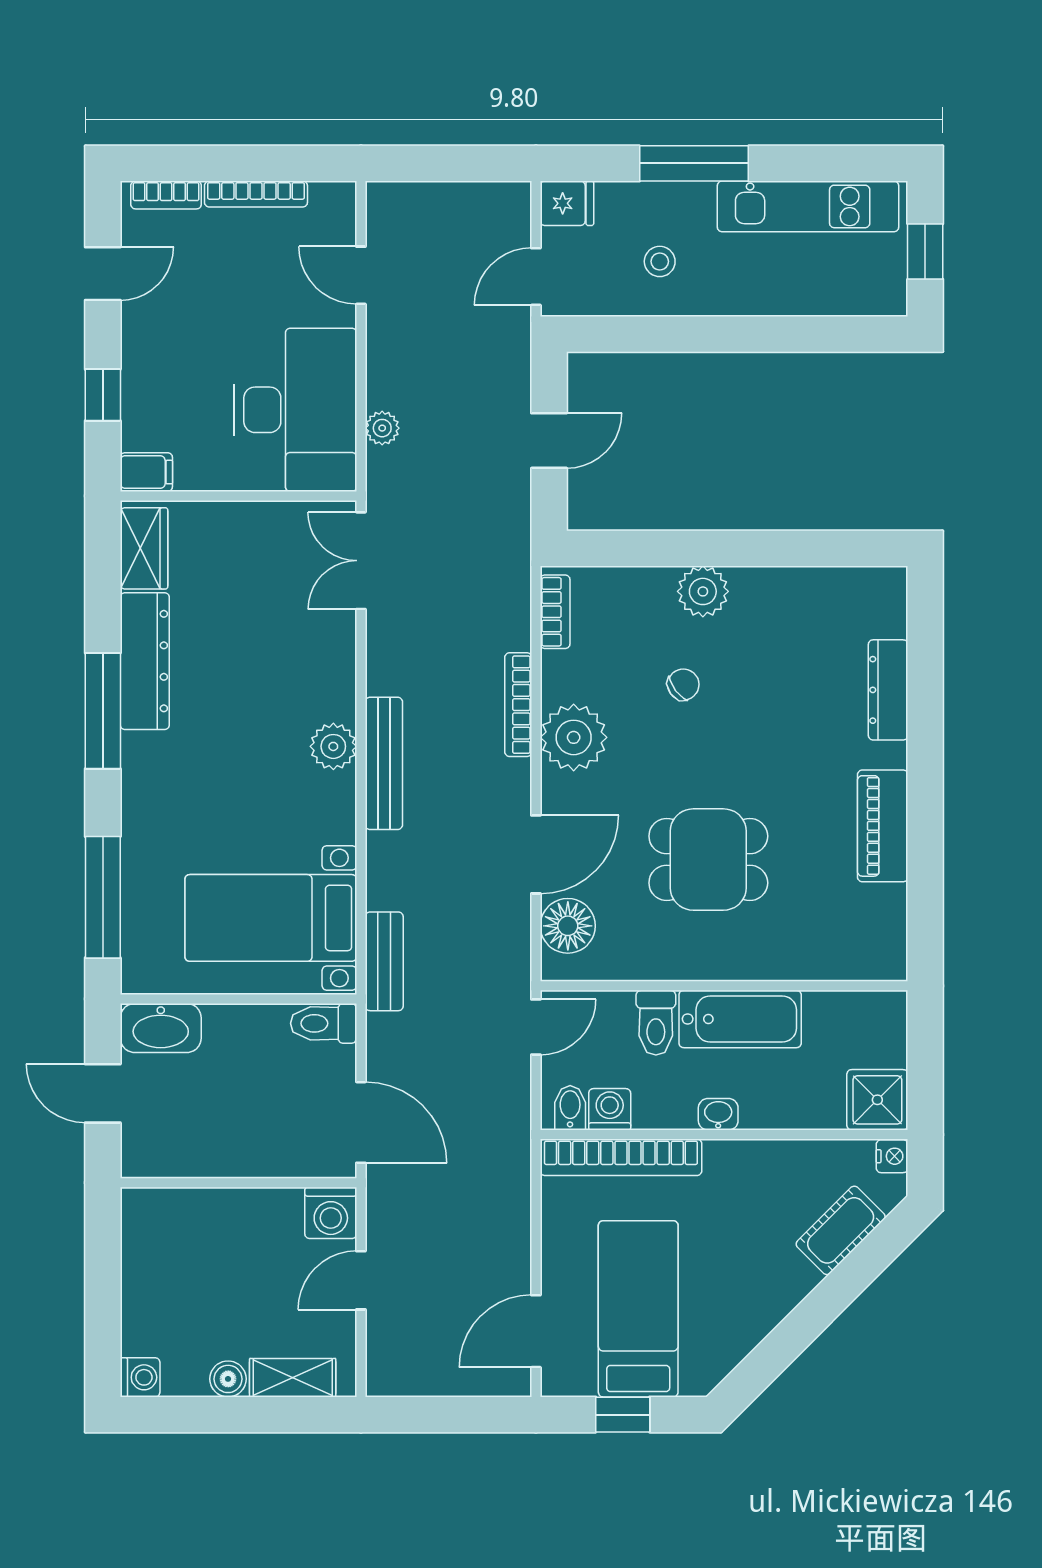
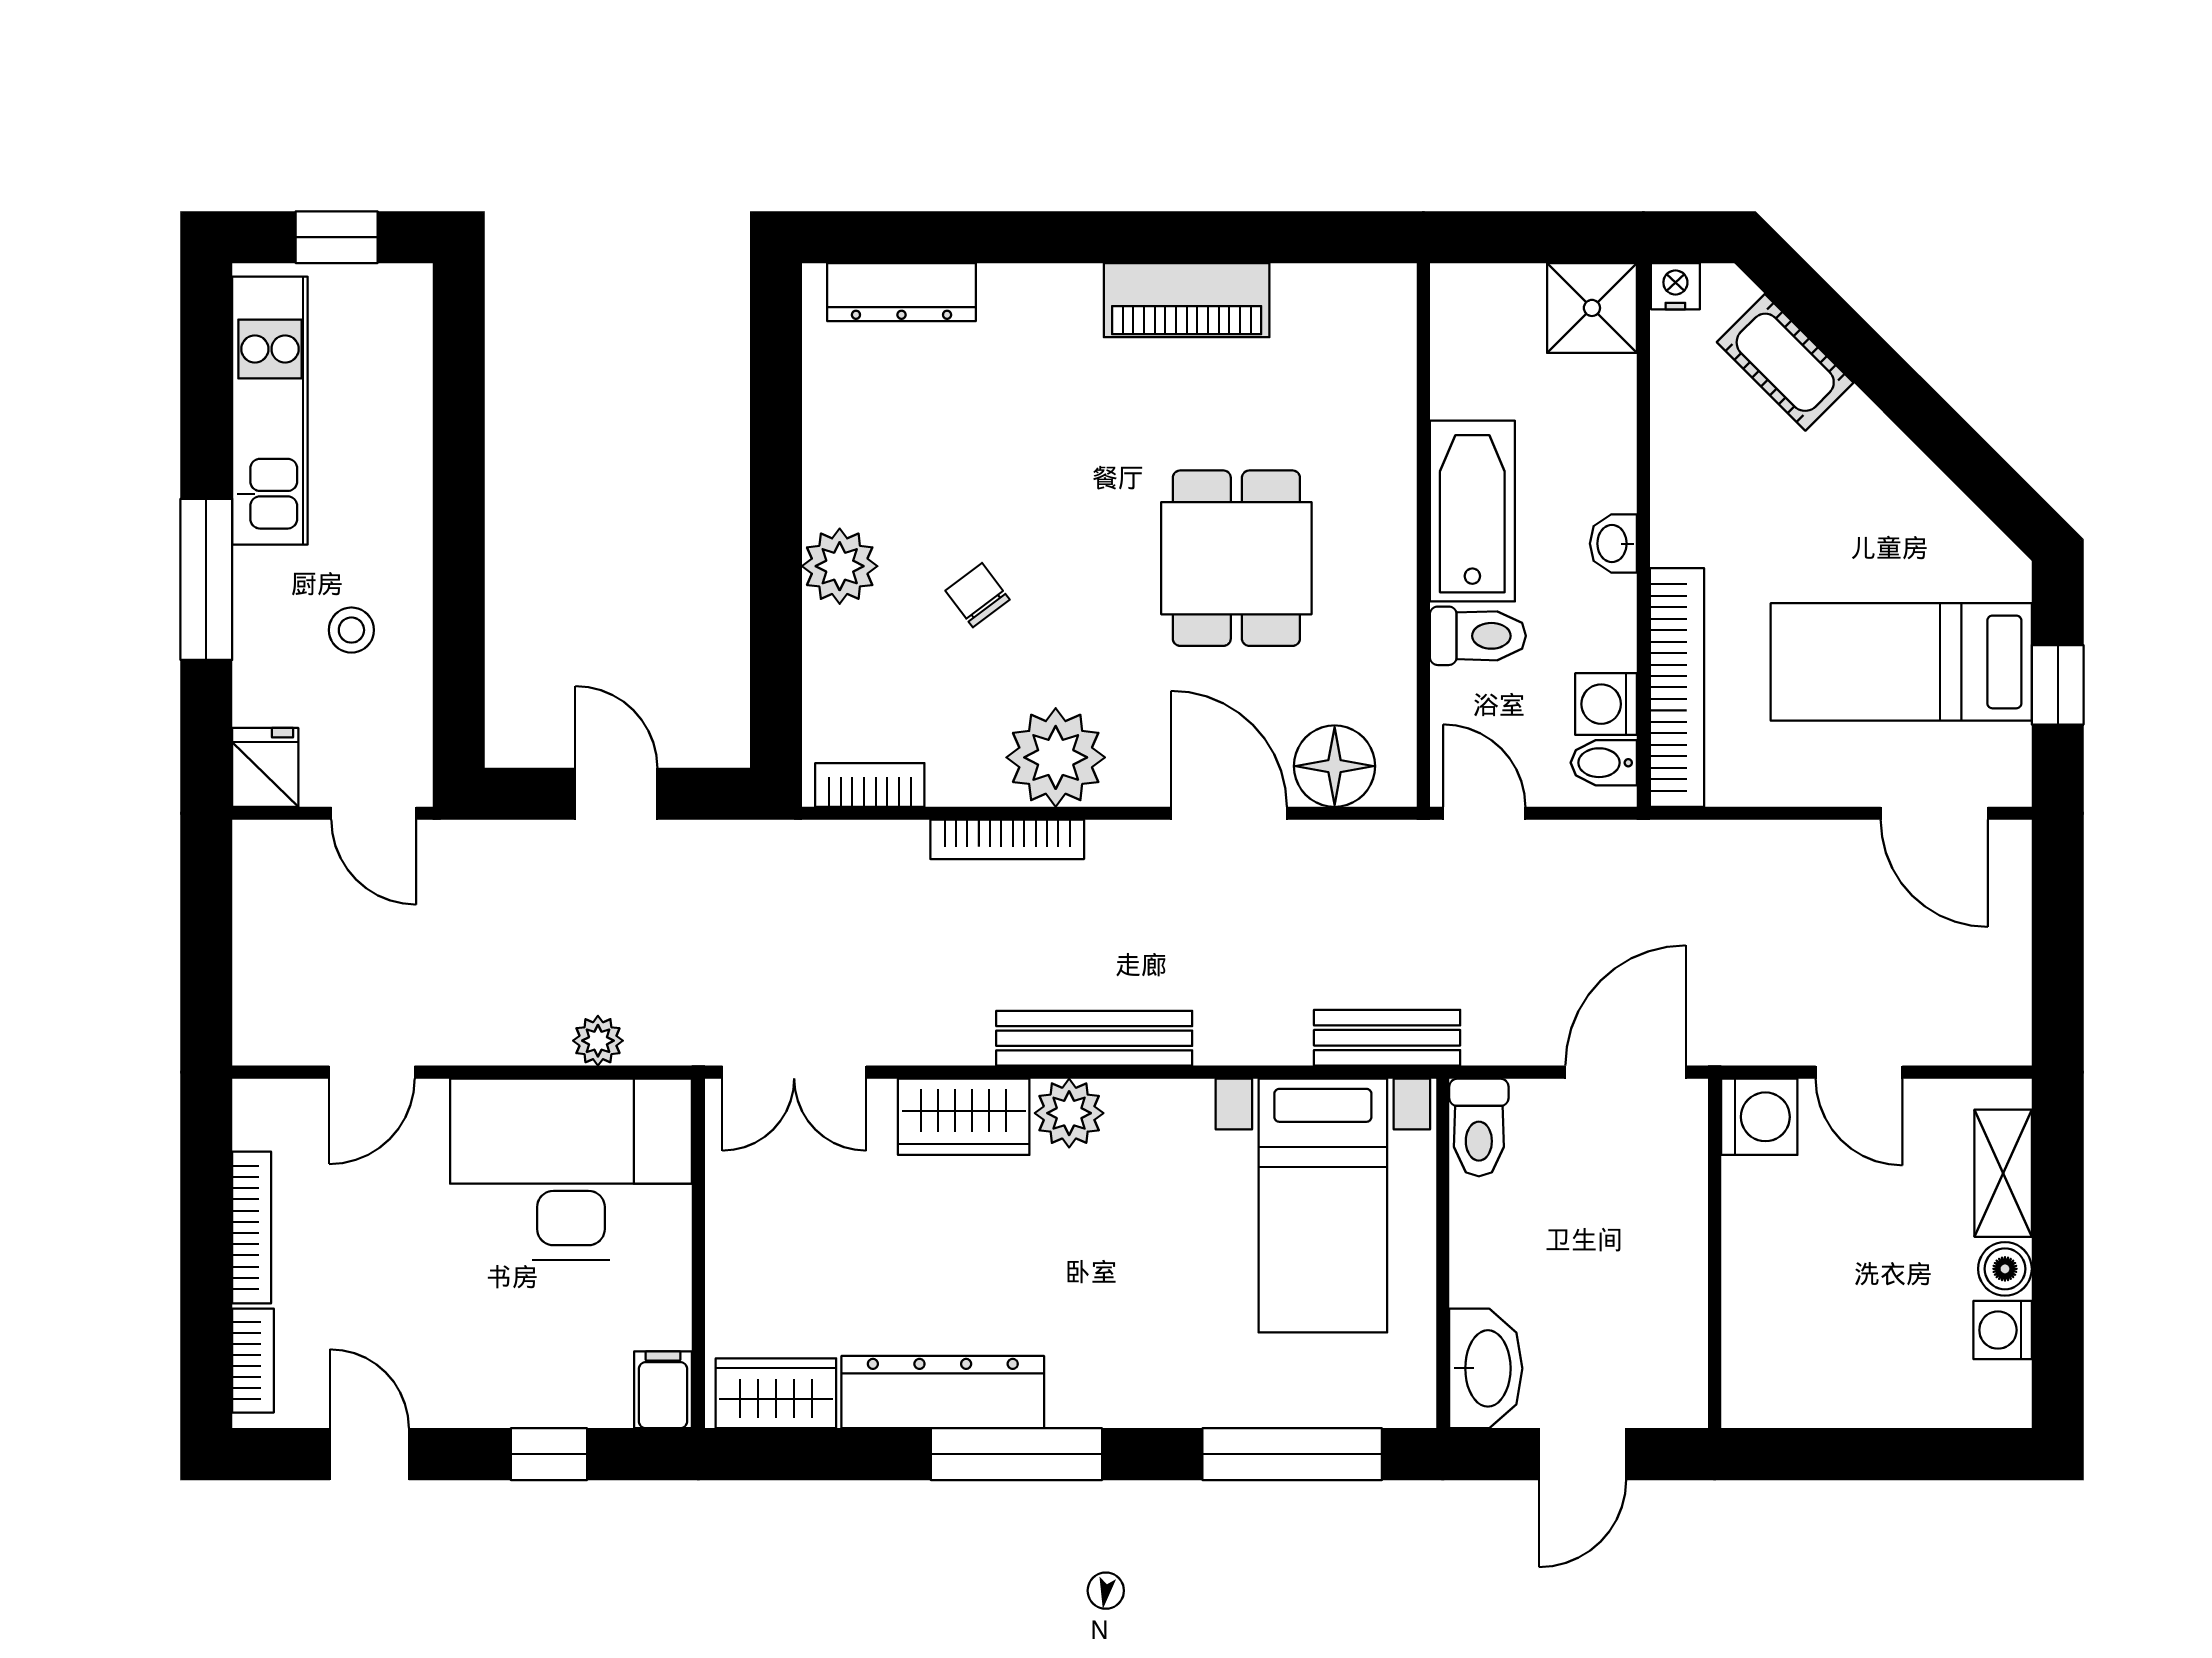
wardrobe: (331, 675) -> (964, 1117), added
dresser: (888, 690) -> (902, 292), moved
washing machine: (140, 1377) -> (2003, 1330), moved, turned -90

